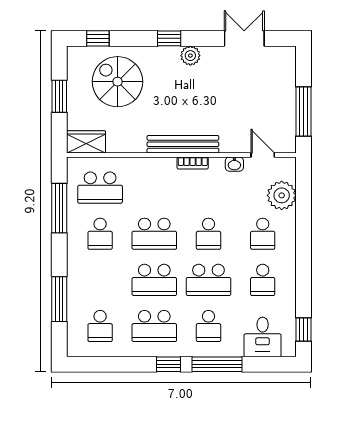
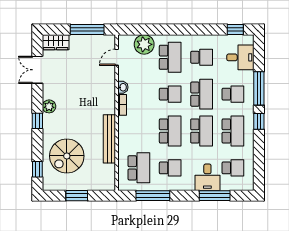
wardrobe: (86, 142) -> (56, 42), moved, turned -90
bench: (183, 144) -> (109, 139), moved
washbasin: (234, 164) -> (123, 87), moved
school desk: (263, 234) -> (170, 57), width x1.85
desk: (86, 289) -> (207, 177), added

